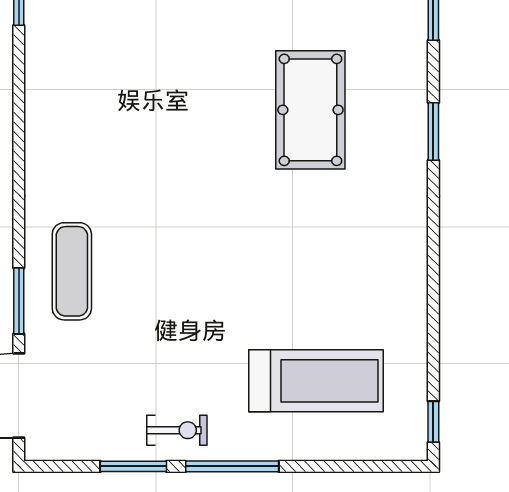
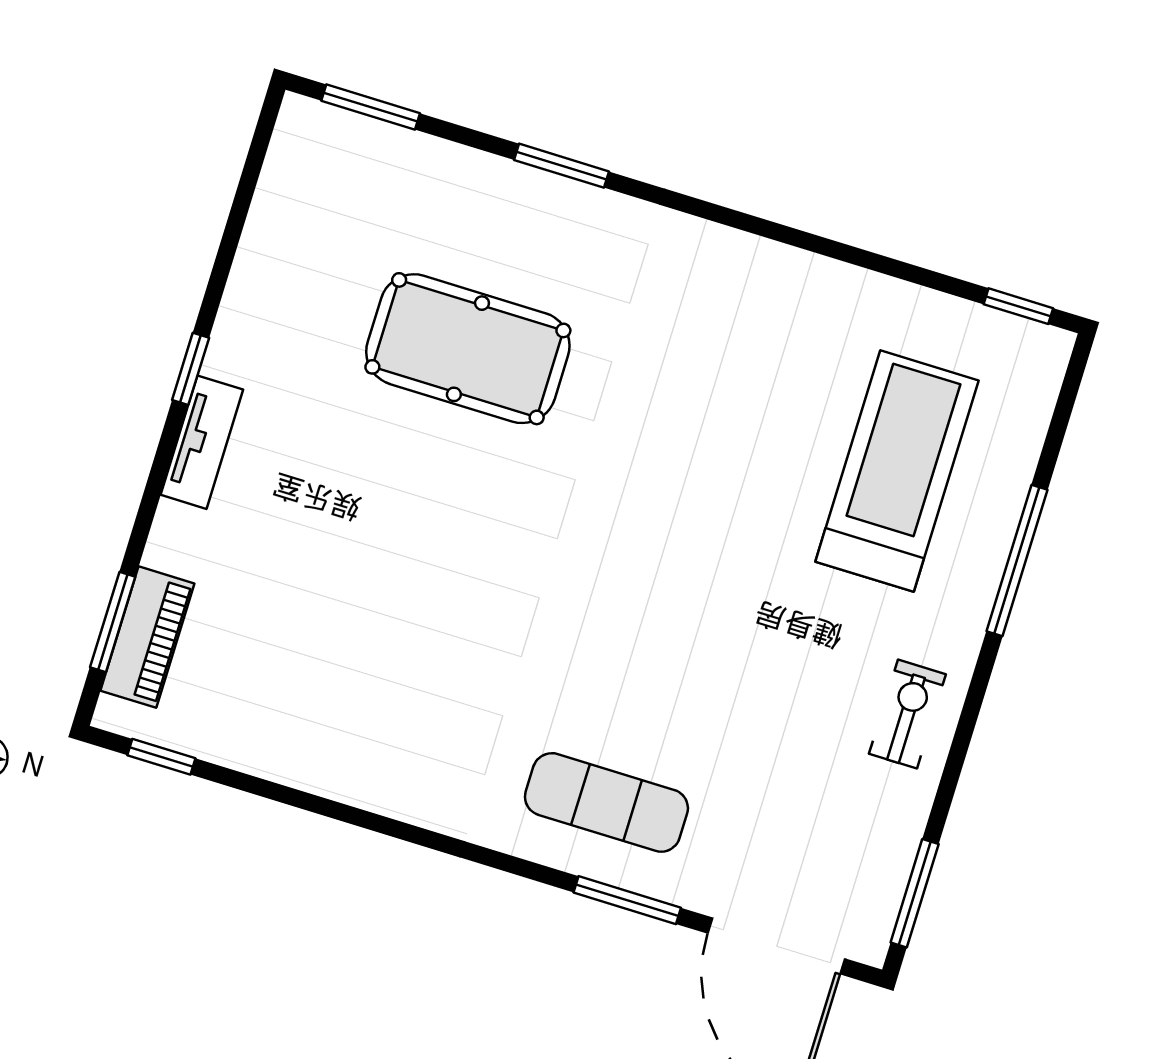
window: (133, 466) -> (915, 893), moved
window: (232, 466) -> (1017, 561), moved

